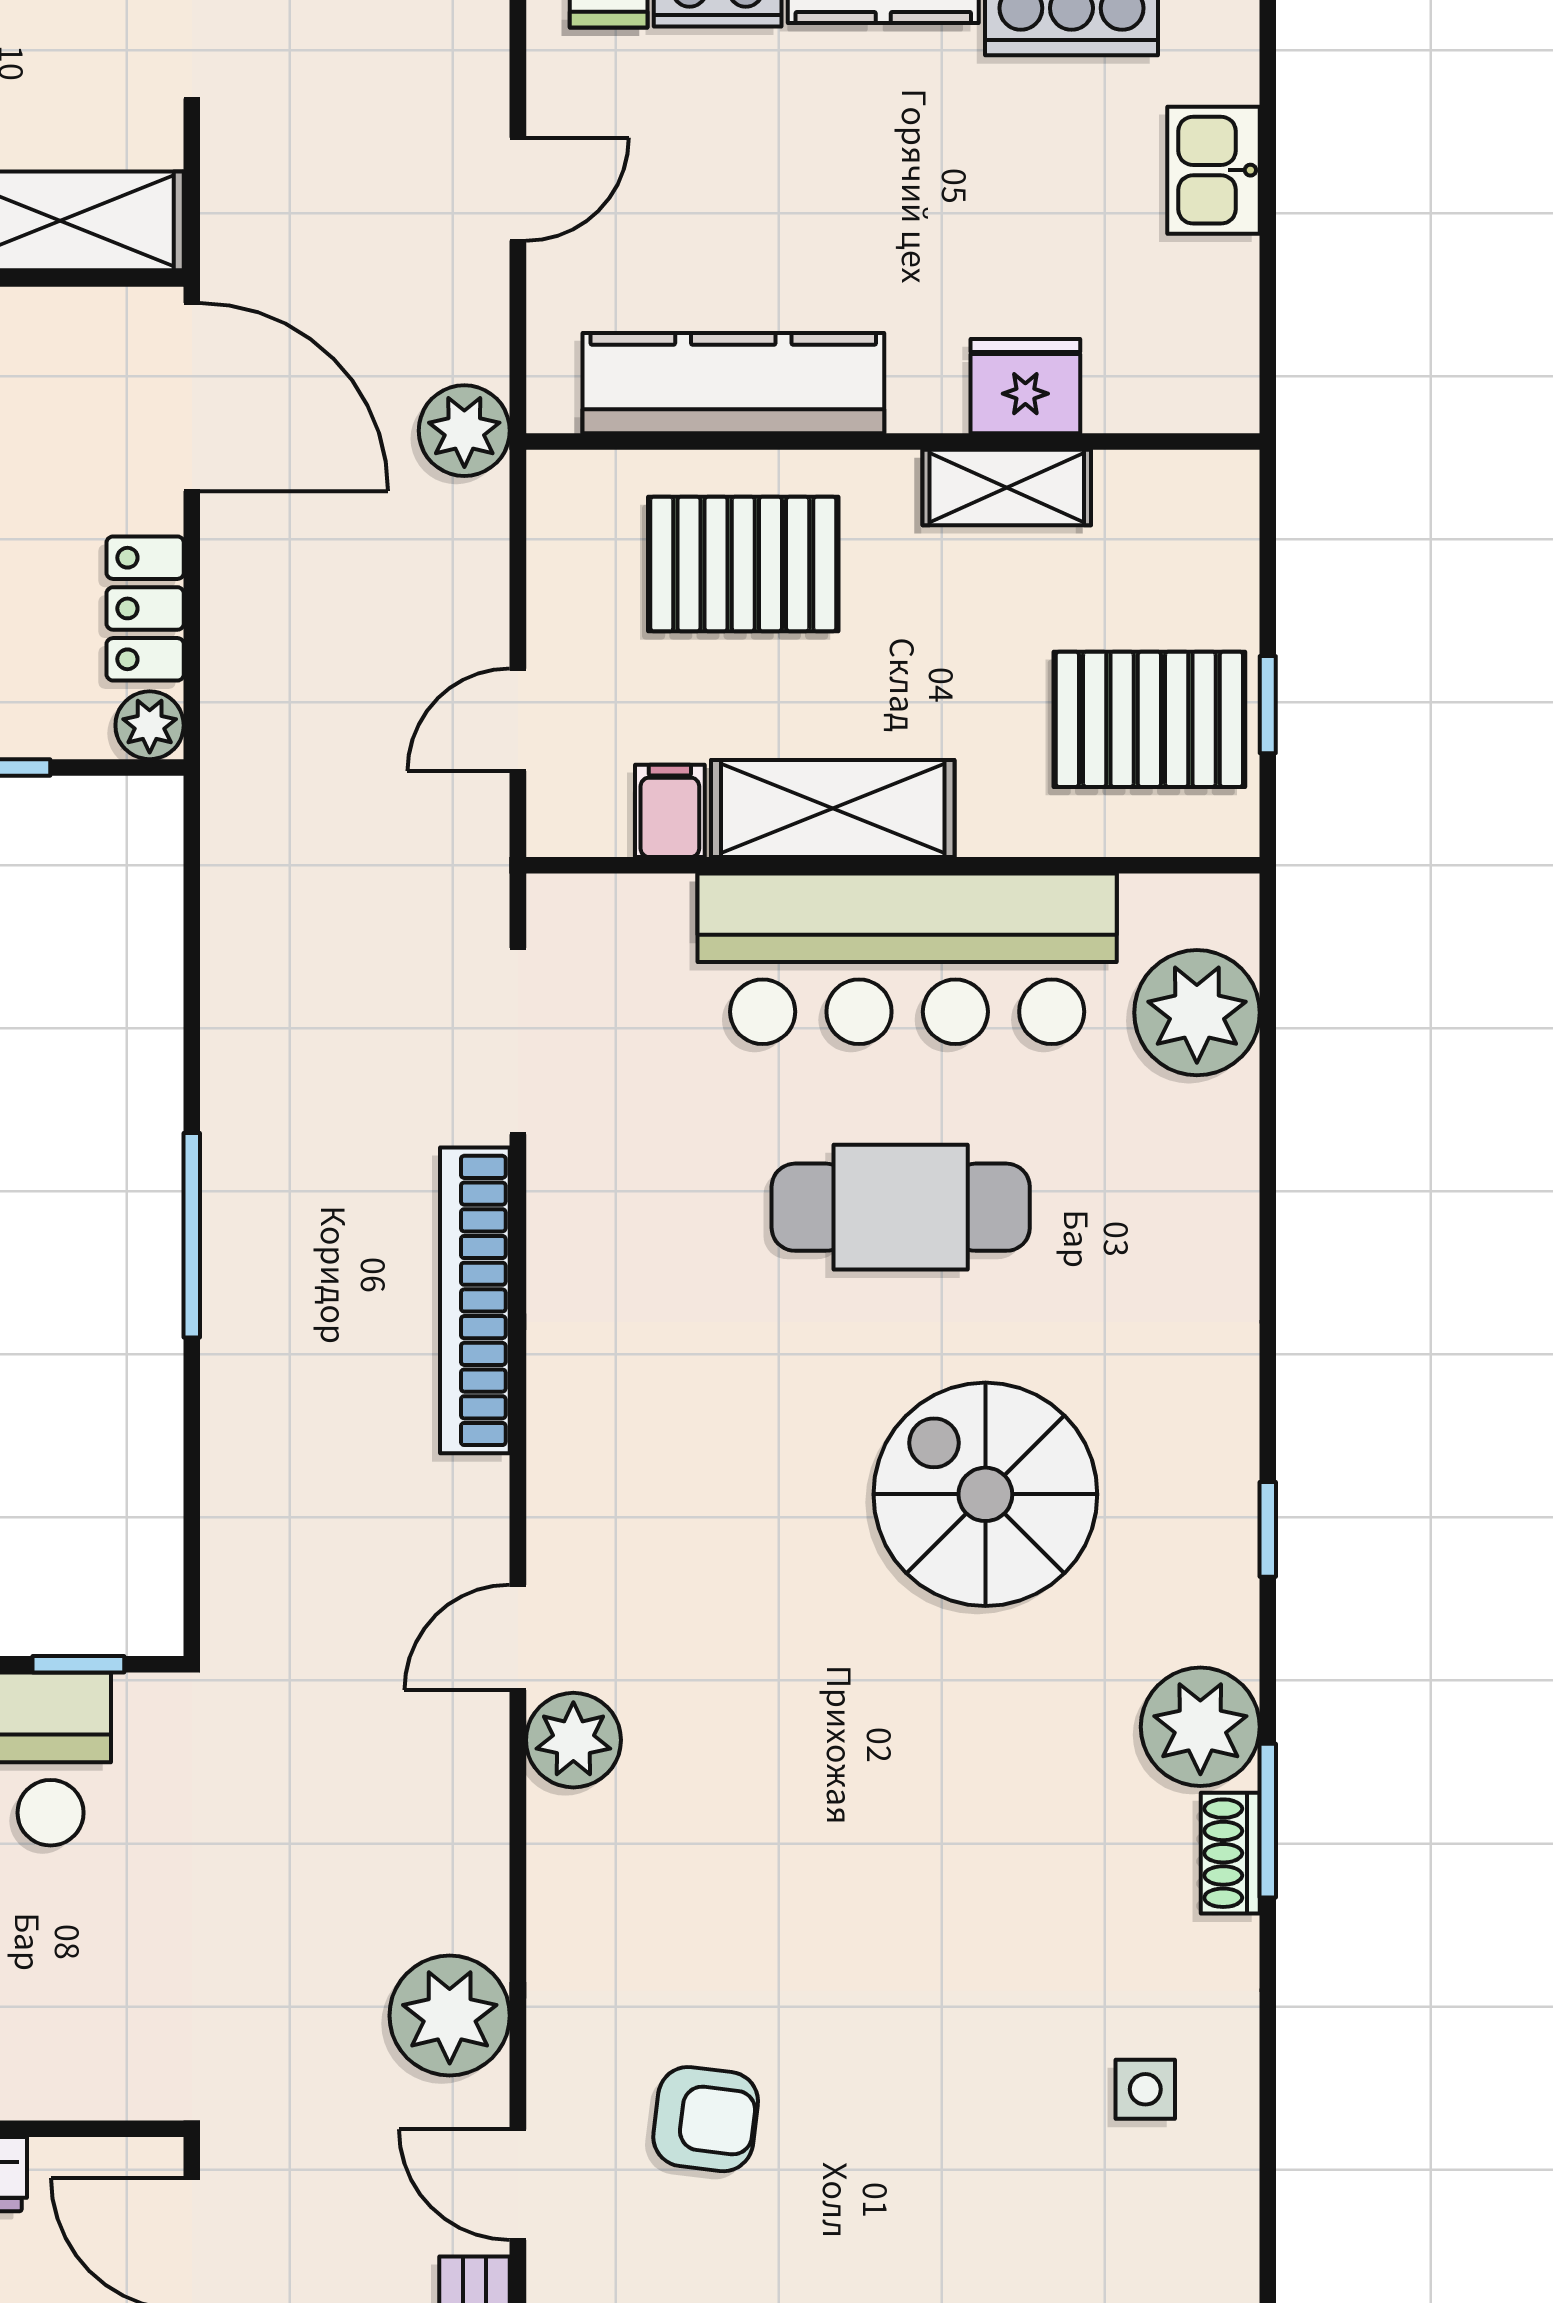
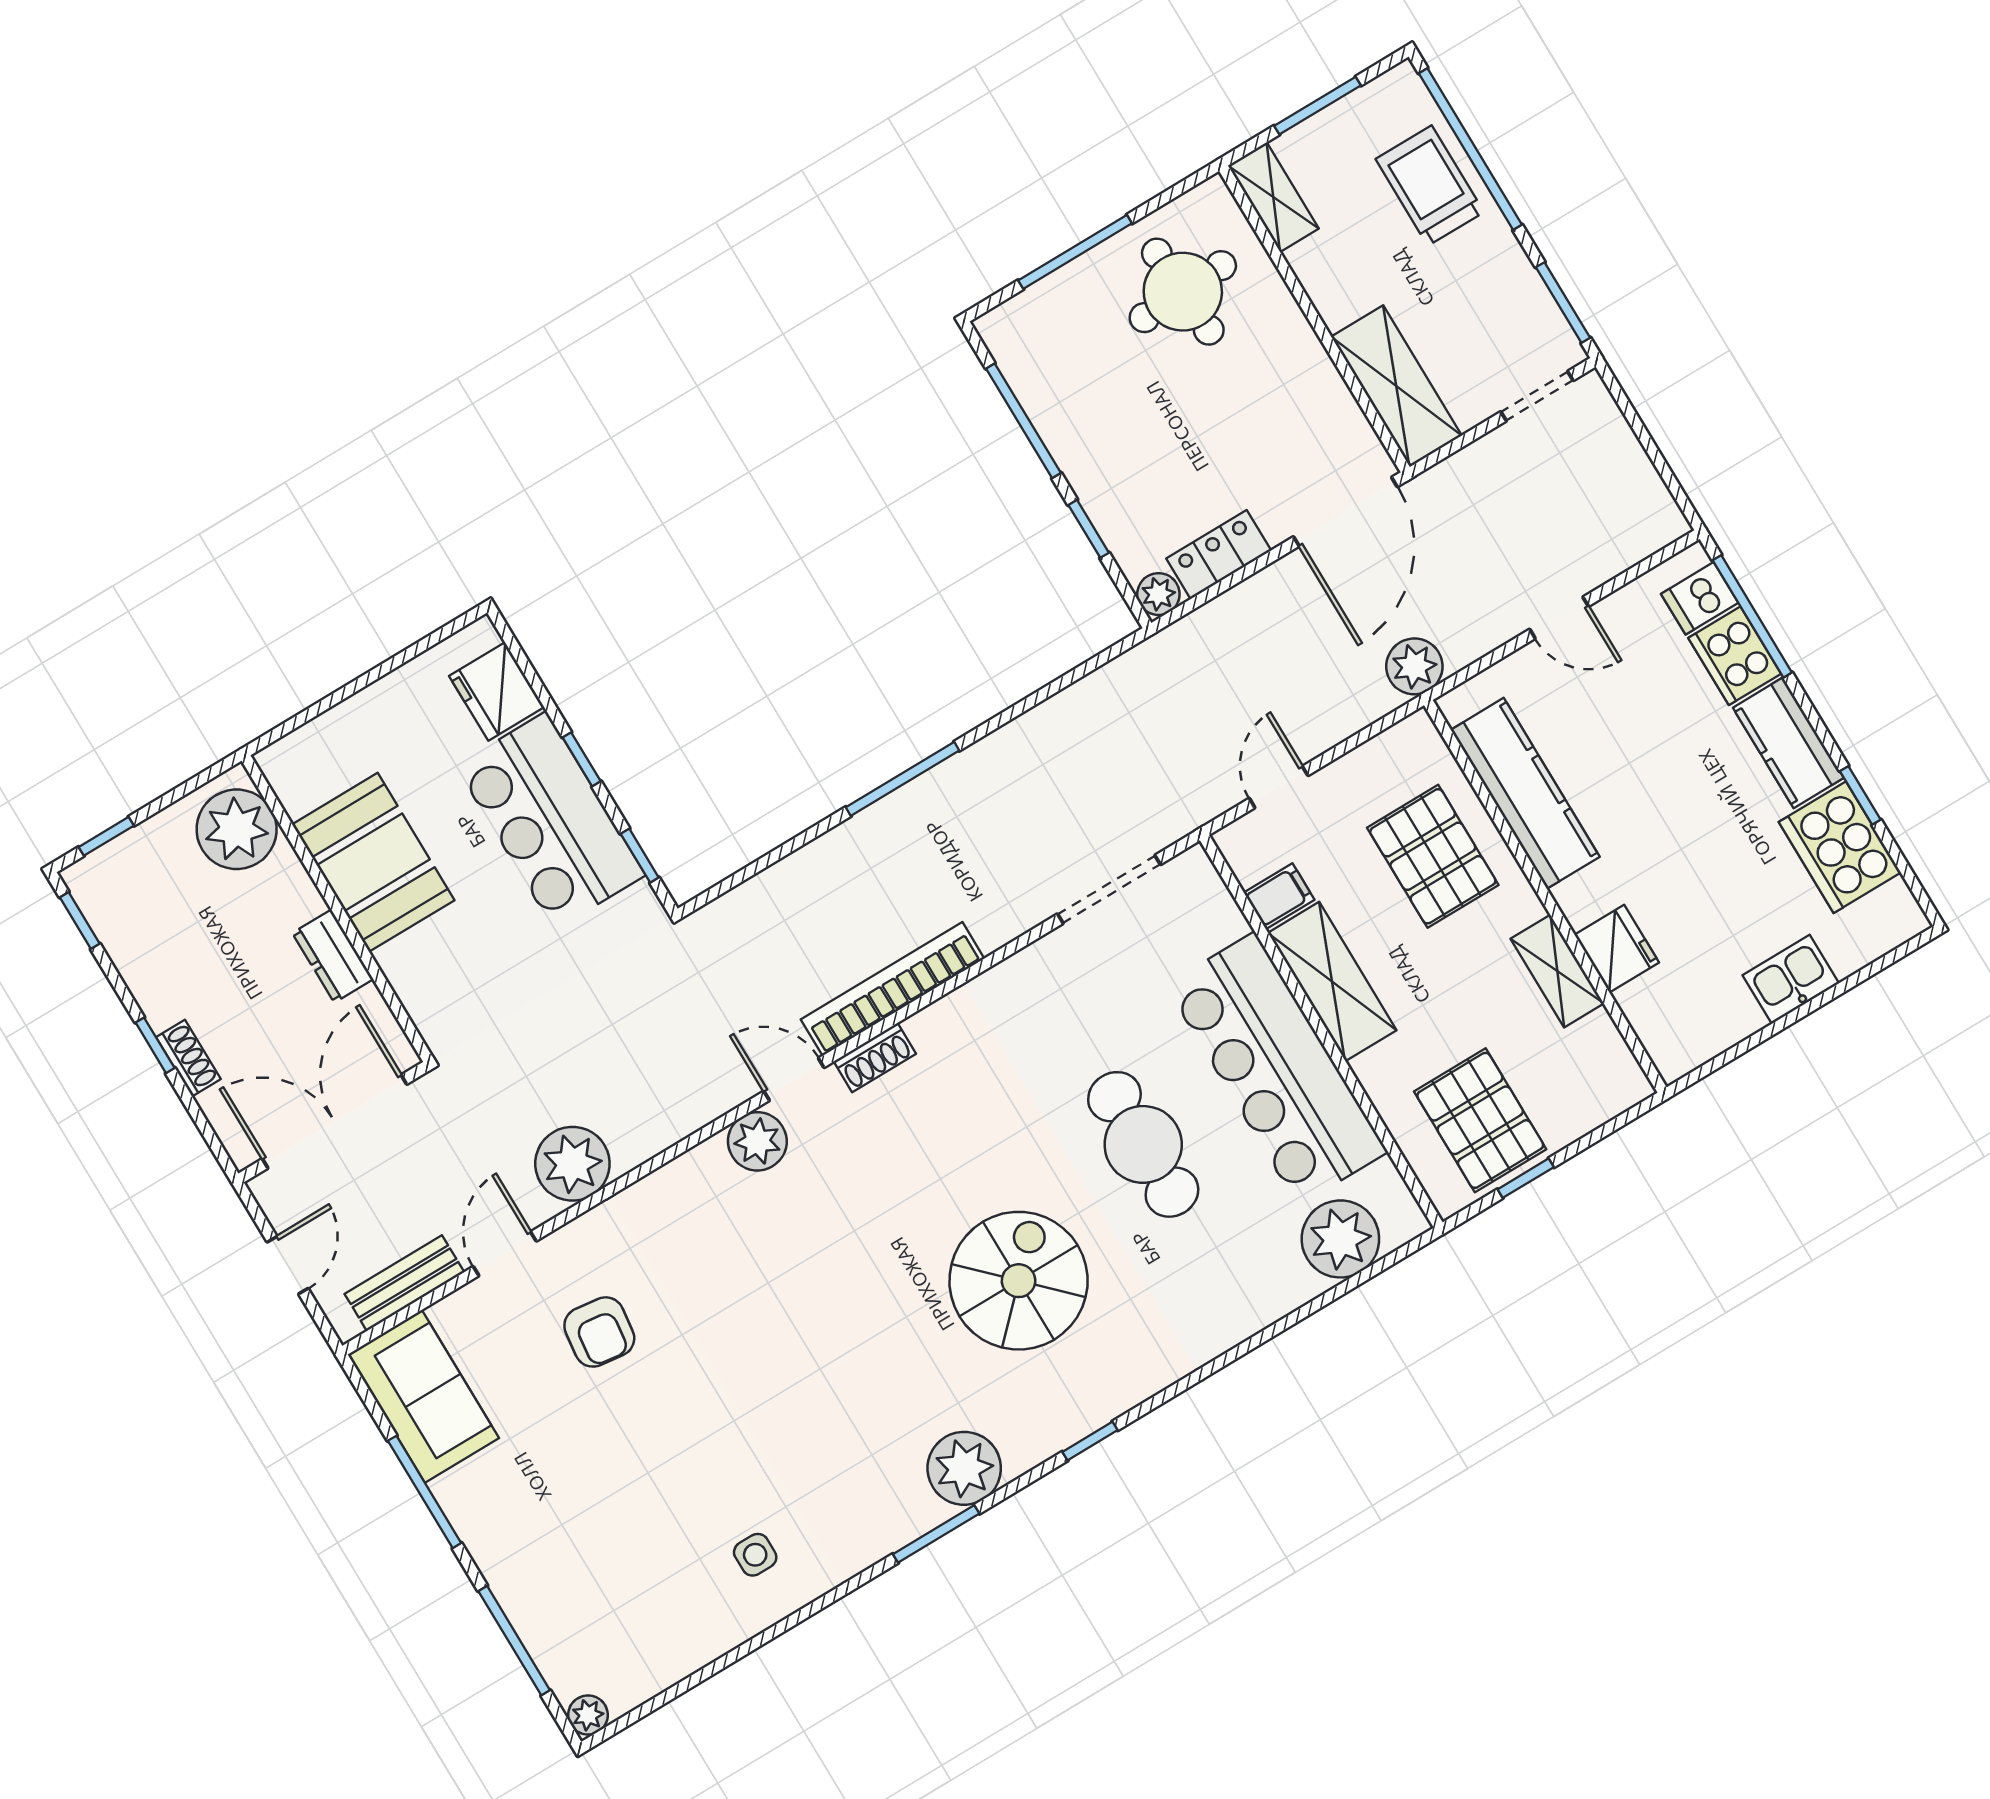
door: (518, 720) -> (1279, 787), hinge flipped
bookcase: (475, 1300) -> (893, 989), moved
shoe rack: (1230, 1853) -> (875, 1058), moved, turned 180

